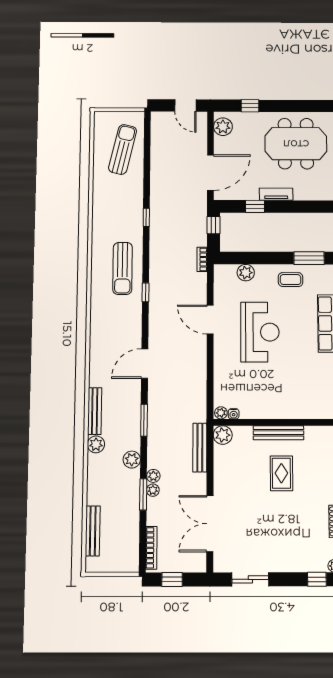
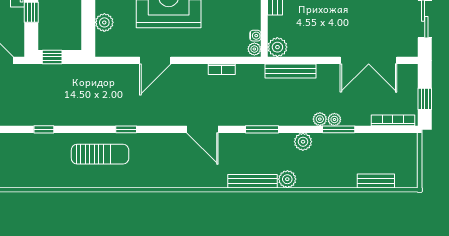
bookcase: (202, 259) -> (222, 69), moved
bench: (93, 531) -> (376, 181), width x0.73

